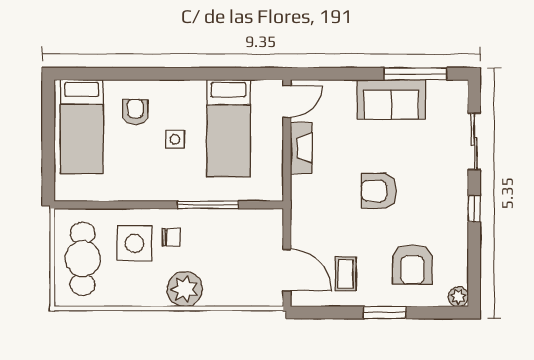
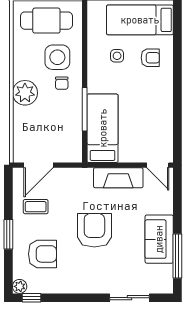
bed: (229, 128) -> (103, 128), moved, turned 90
side table: (175, 139) -> (117, 56), moved
fireplace: (301, 148) -> (118, 178), width x1.37, depth x1.32
armchair: (379, 191) -> (94, 230), width x1.36, depth x1.36
window: (474, 209) -> (32, 298), moved
armchair: (412, 264) -> (42, 254), turned 180

